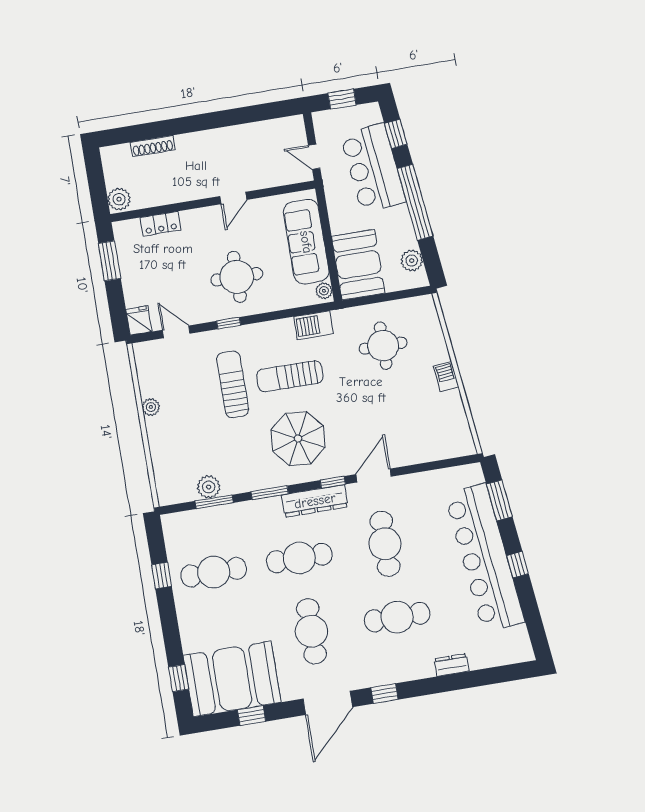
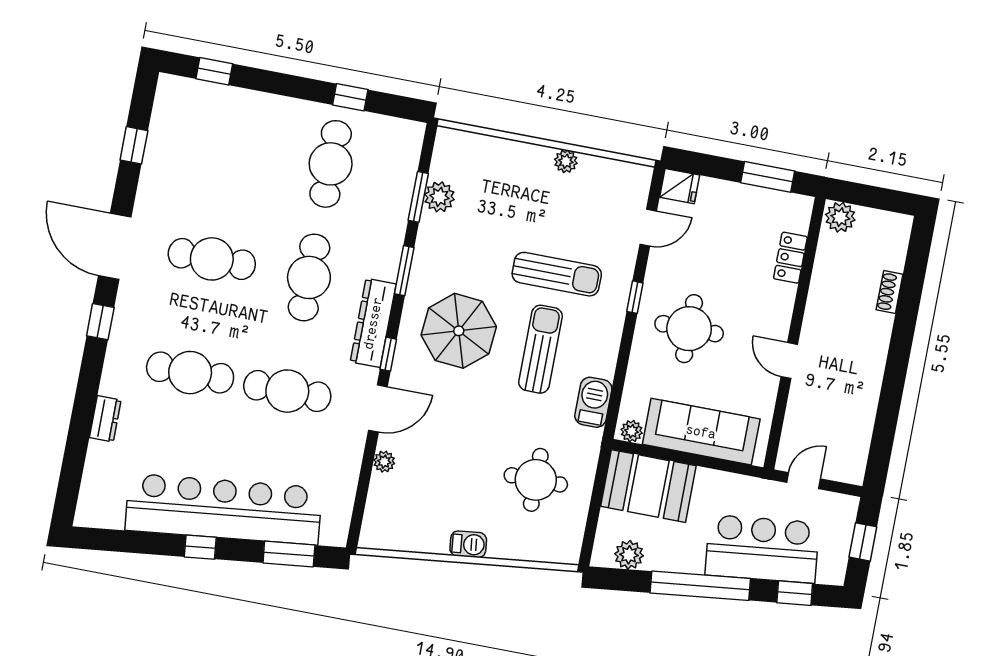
shoe rack: (153, 146) -> (890, 292), width x0.70
plant: (409, 457) -> (384, 462), added
door: (374, 475) -> (378, 408), hinge flipped
cafe table: (397, 617) -> (190, 373), turned 90
booth: (232, 679) -> (189, 138), removed

